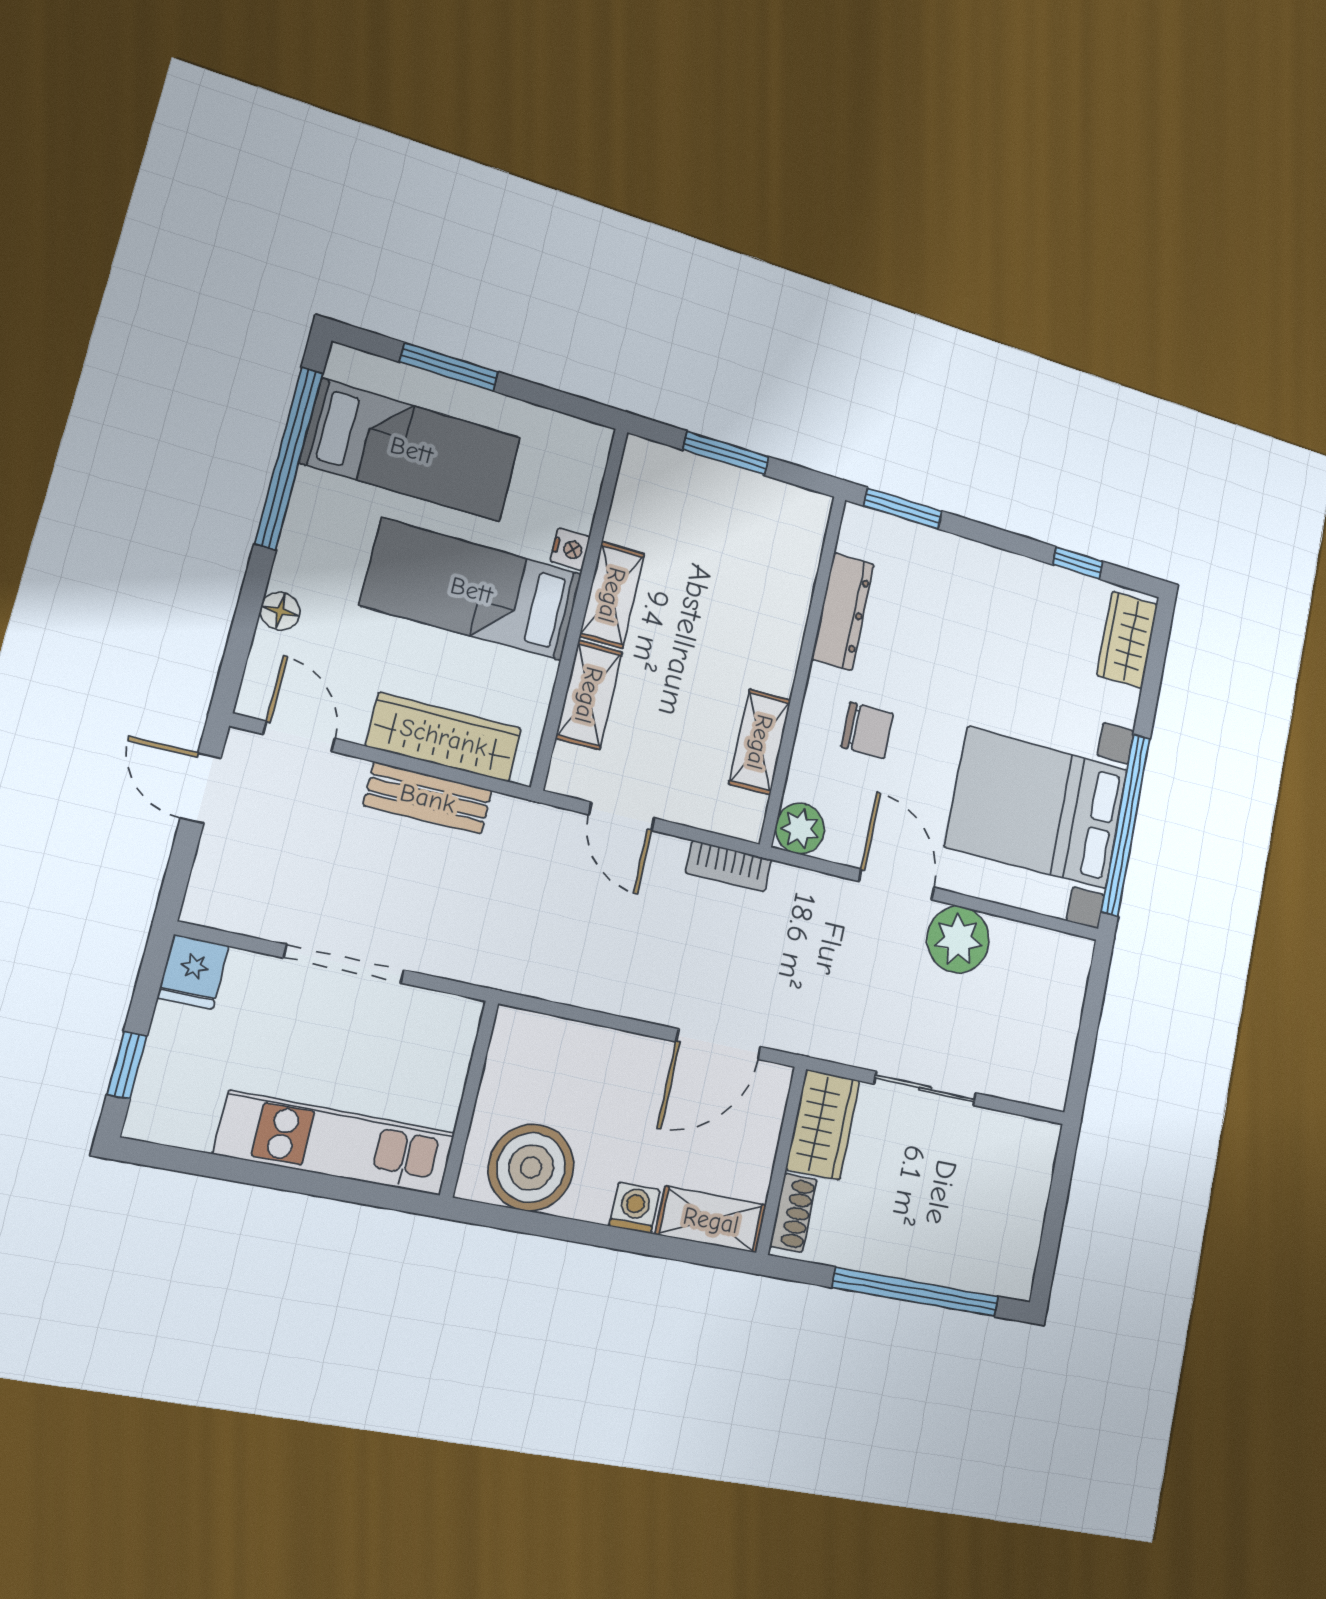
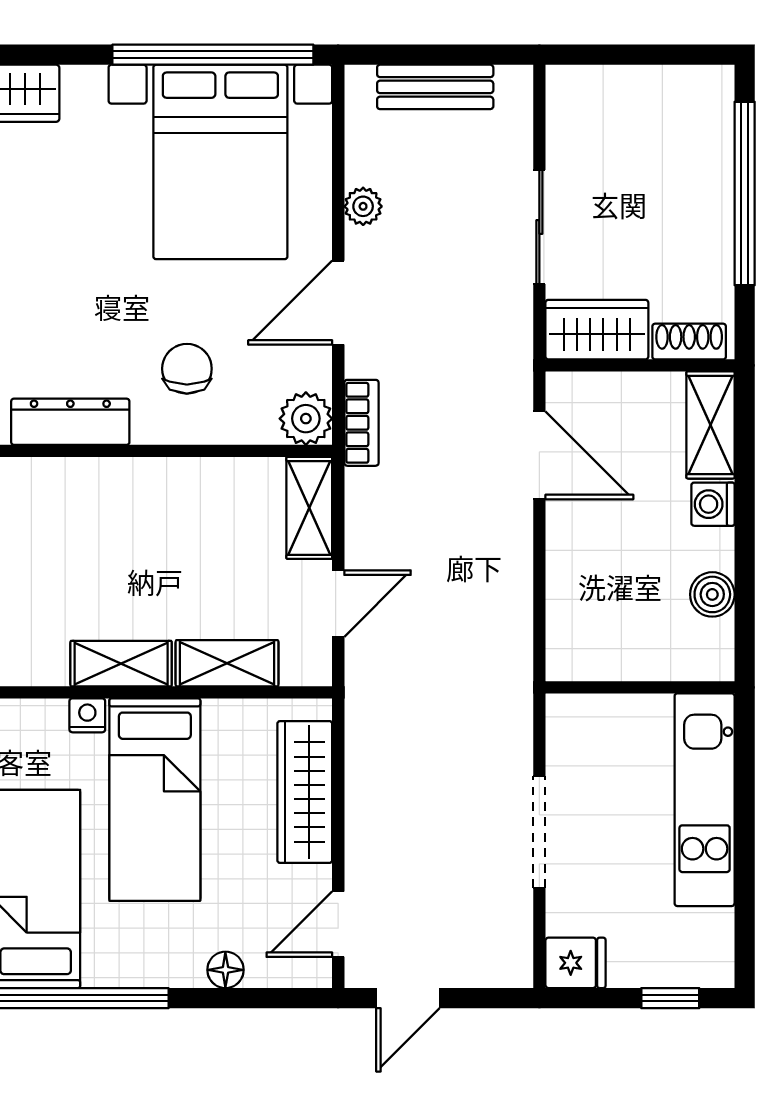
shelving: (760, 742) -> (309, 508), moved, turned 90
bench: (428, 798) -> (435, 87), moved, turned 90
bookcase: (729, 866) -> (361, 423), moved
plant: (958, 940) -> (363, 206), width x0.53, depth x0.53
boiler: (531, 1168) -> (712, 594), width x0.54, depth x0.54

